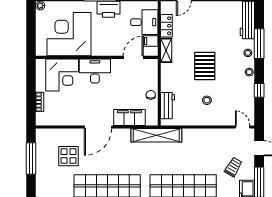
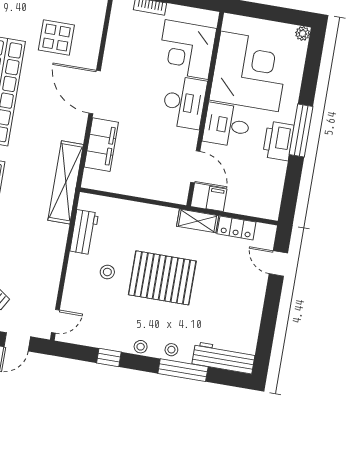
desk: (144, 22) -> (227, 125), moved, turned 90
pallet: (205, 66) -> (162, 278), width x1.37, depth x1.41
chair: (151, 95) -> (131, 184), removed
workbench: (167, 106) -> (84, 232), moved, turned -90

